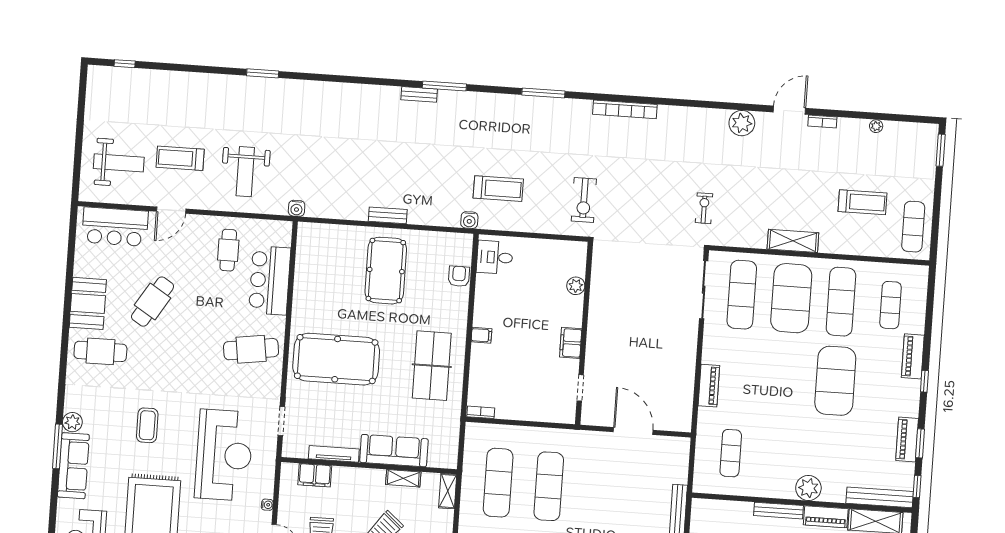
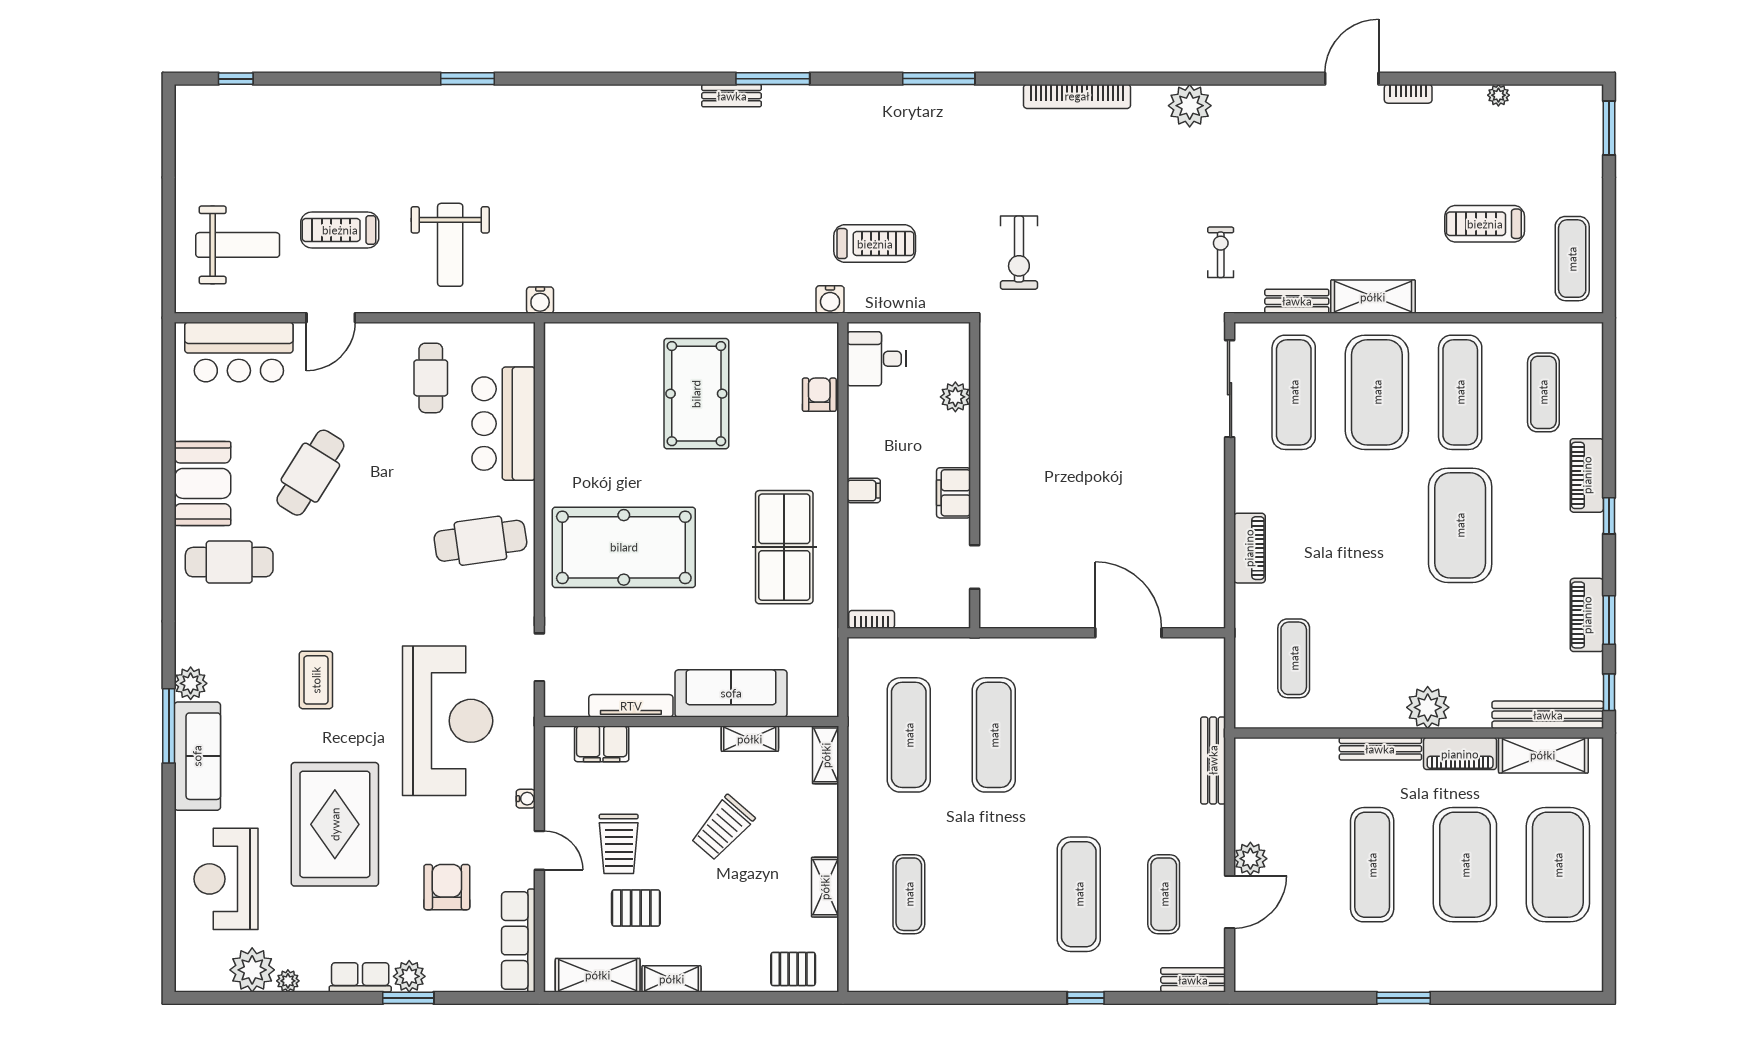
plant: (742, 123) -> (1190, 106), moved
treadmill: (863, 202) -> (1485, 224), turned 180
bench: (388, 215) -> (1297, 301), moved
plant: (576, 286) -> (955, 397), moved
wall: (584, 333) -> (975, 475), moved
filing cabinet: (571, 343) -> (954, 493), moved
doorway: (580, 388) -> (975, 567), moved

